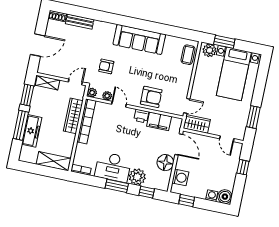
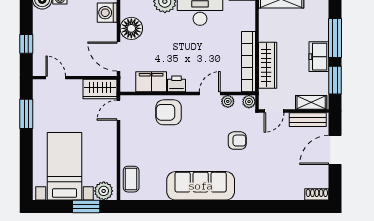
bench: (80, 22) -> (308, 120), moved
door: (119, 104) -> (210, 94), swing flipped
freezer: (32, 131) -> (319, 57), moved, width x0.71

